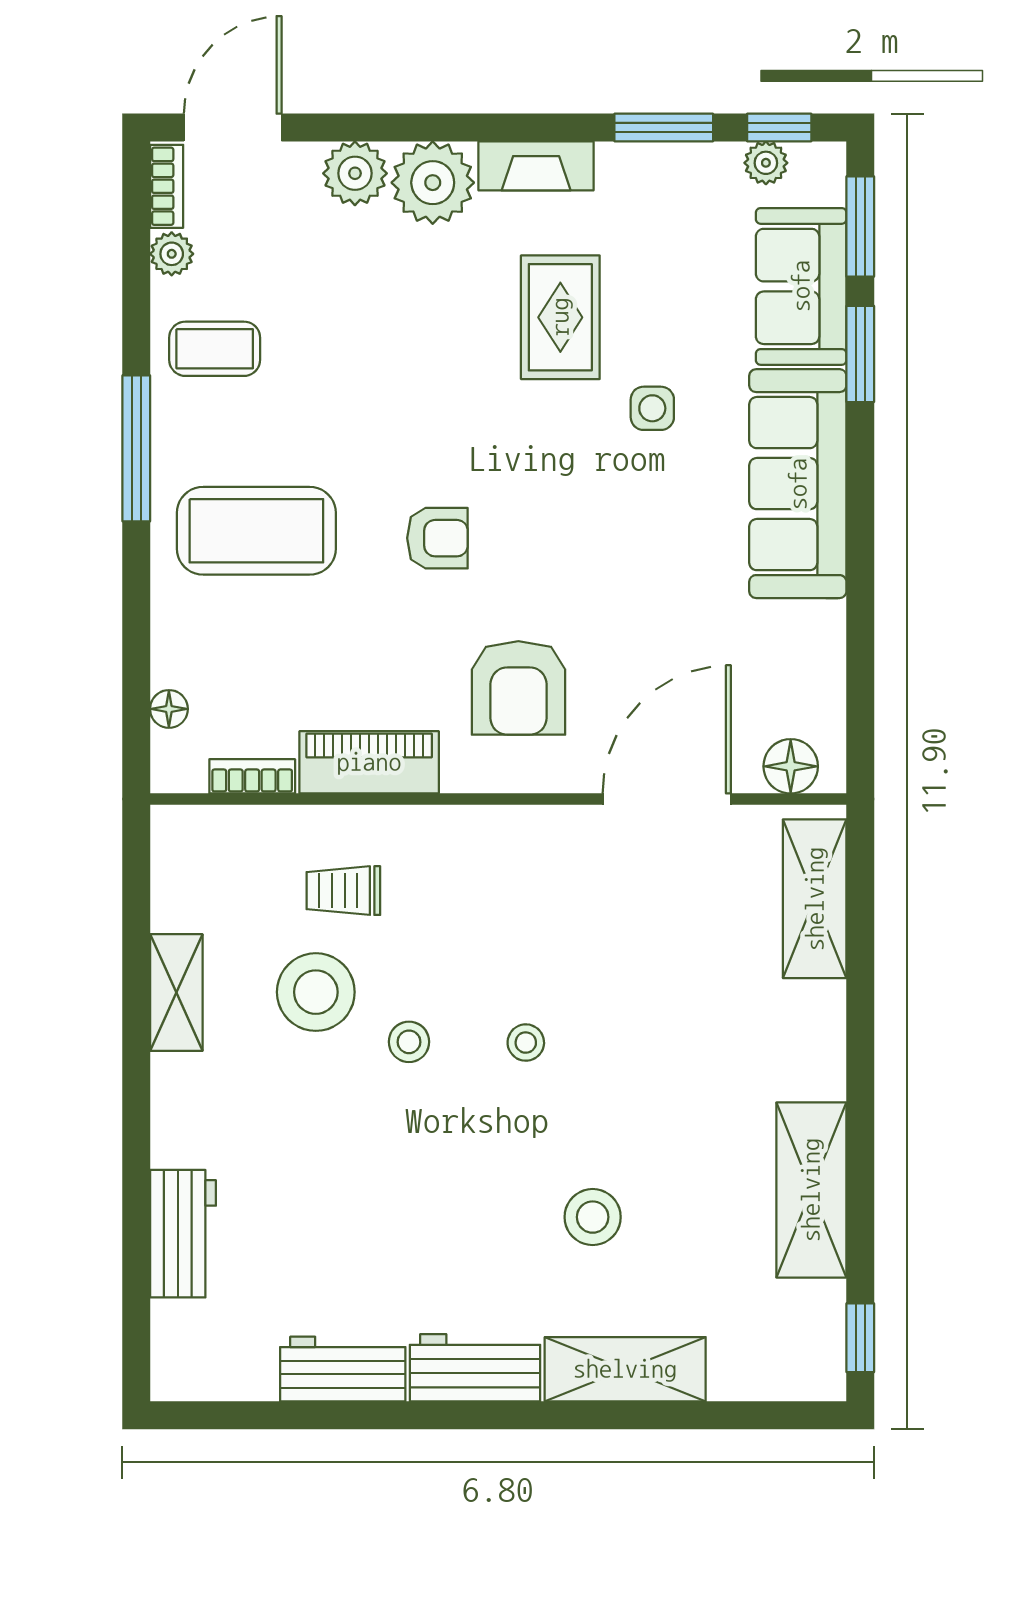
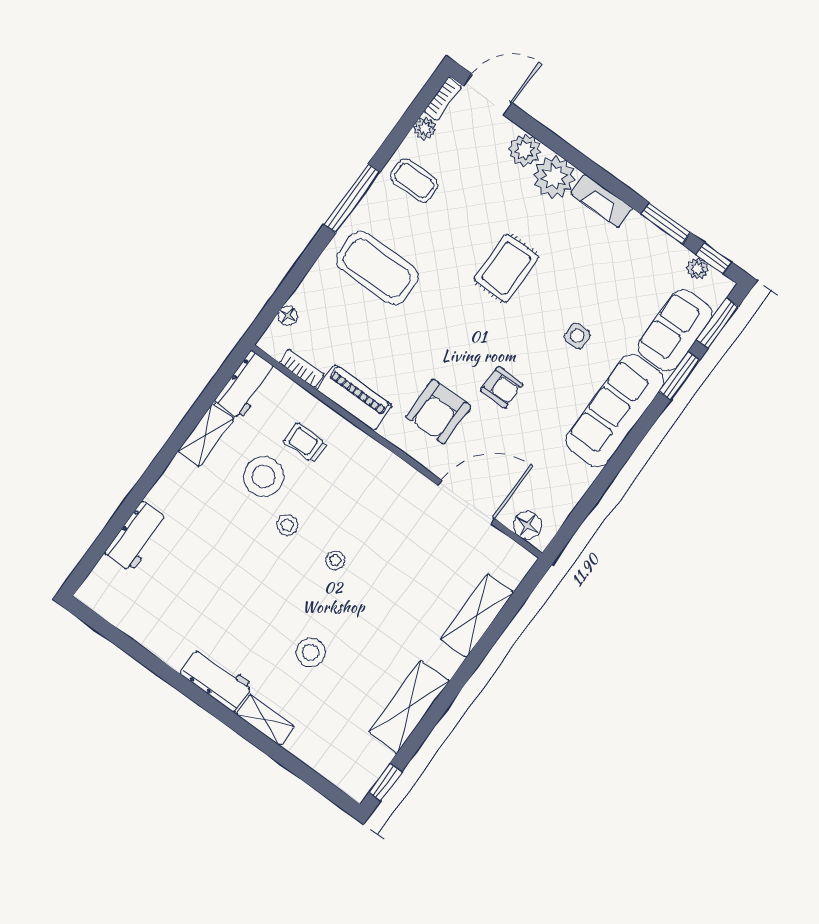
rug: (560, 317) -> (506, 268), moved
armchair: (437, 538) -> (502, 387), moved
shelving: (815, 899) -> (477, 616), moved
workbench: (343, 1369) -> (246, 385), moved, turned 90
shelving: (625, 1369) -> (265, 720), width x0.67, depth x0.75

